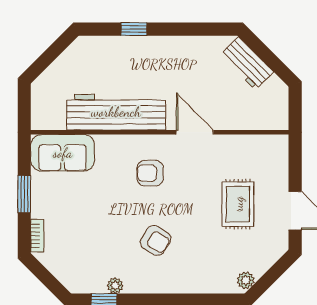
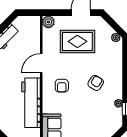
plant: (277, 147) -> (48, 22), added
rug: (238, 204) -> (77, 41), width x1.36, depth x1.43

